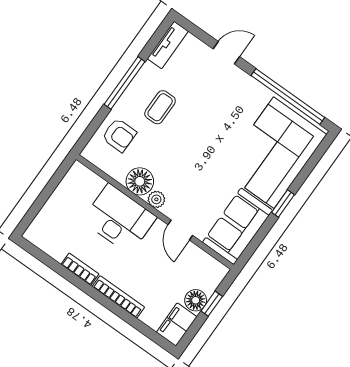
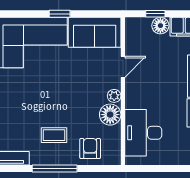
desk: (119, 219) -> (143, 133), moved

